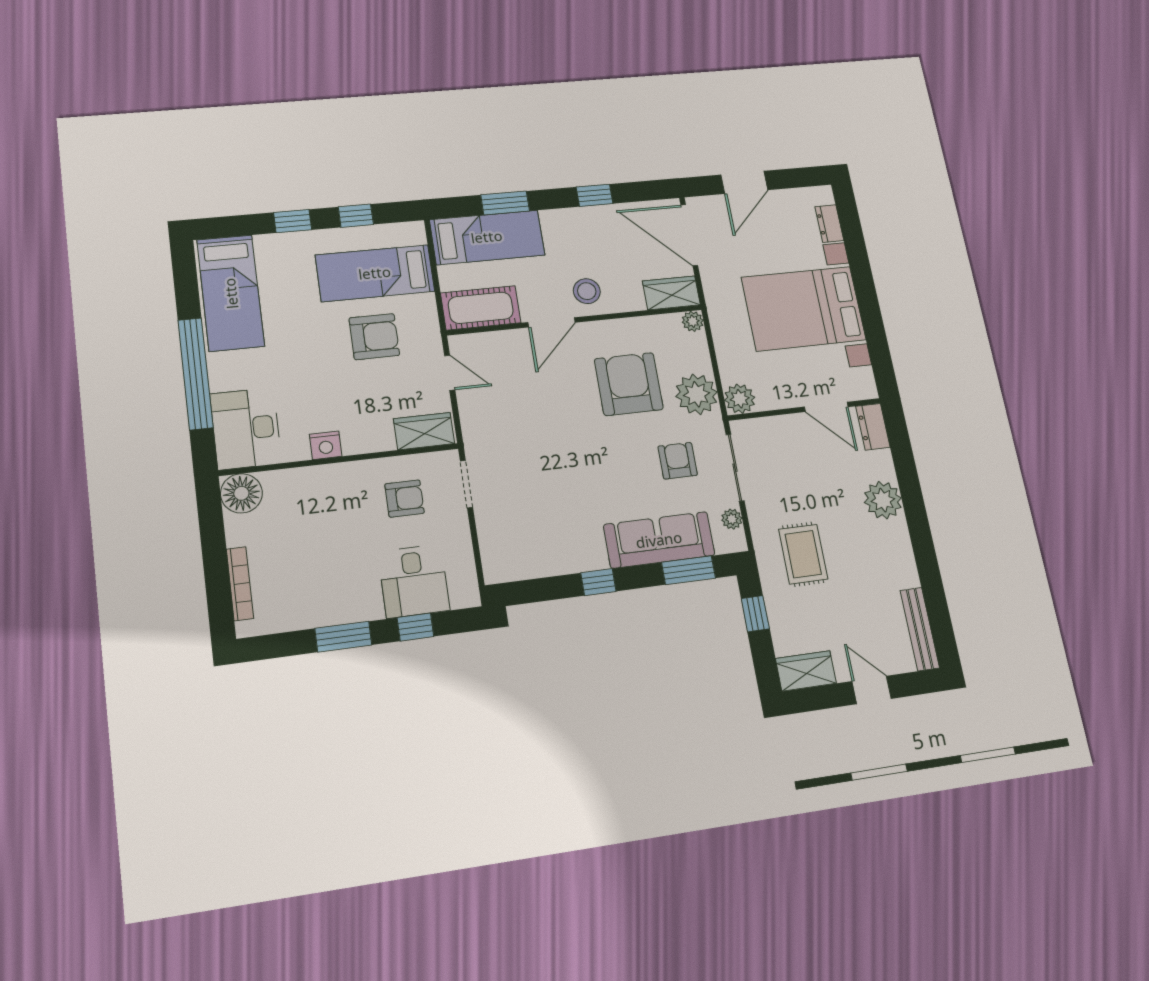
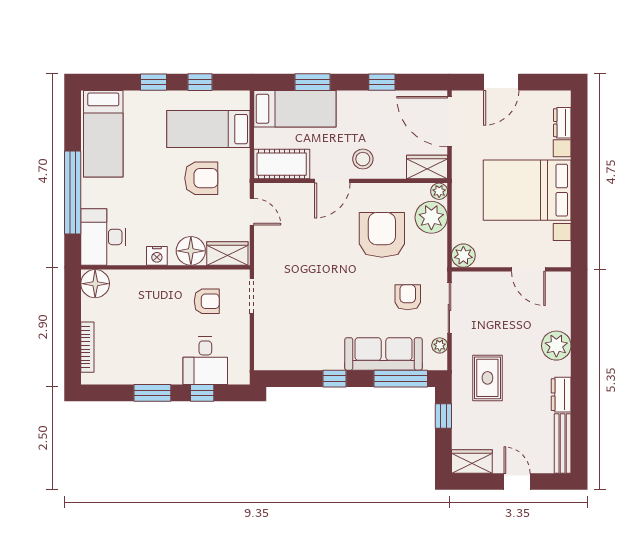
plant: (697, 394) -> (431, 217), moved
dresser: (873, 427) -> (561, 395), moved
floor lamp: (373, 433) -> (191, 251), added
window: (688, 570) -> (401, 379), width x1.44

